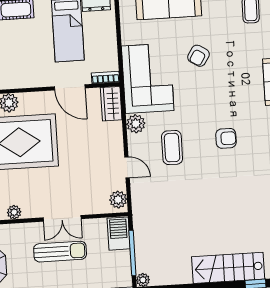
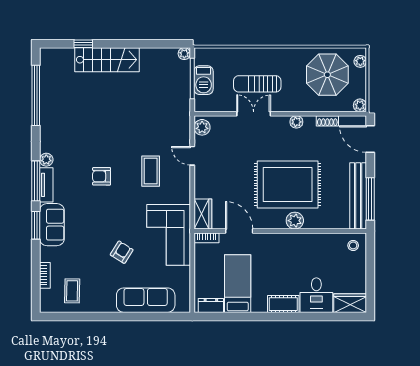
plant: (136, 124) -> (182, 195), removed
barbecue: (119, 234) -> (204, 80), moved

